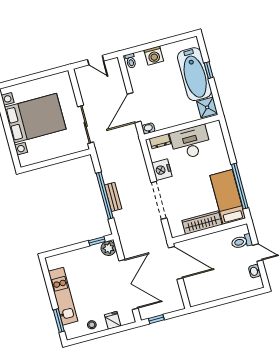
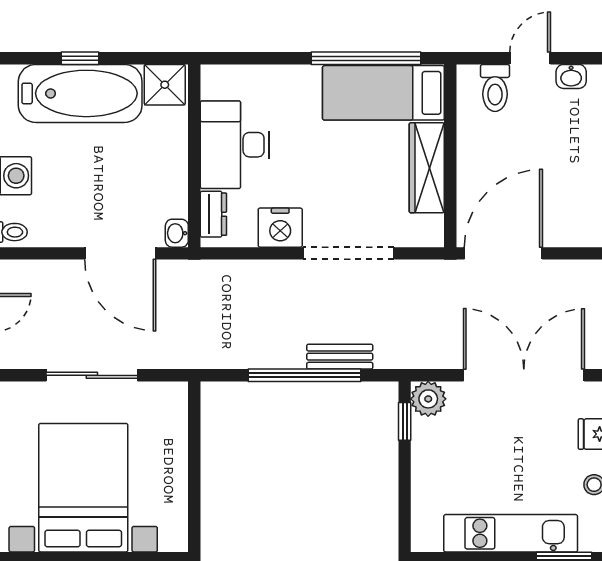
sliding door: (86, 124) -> (92, 375), moved
bench: (113, 197) -> (340, 357), moved

